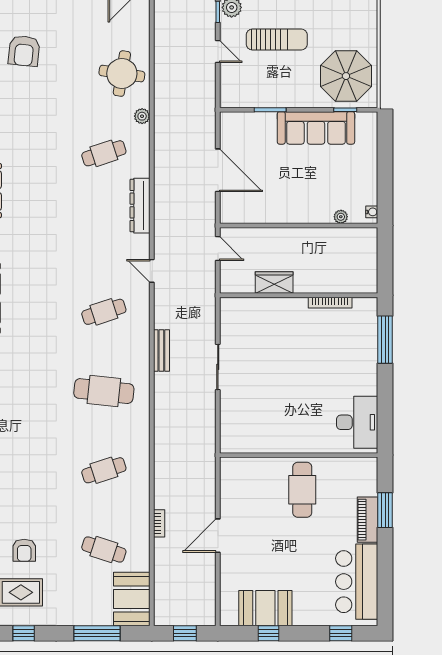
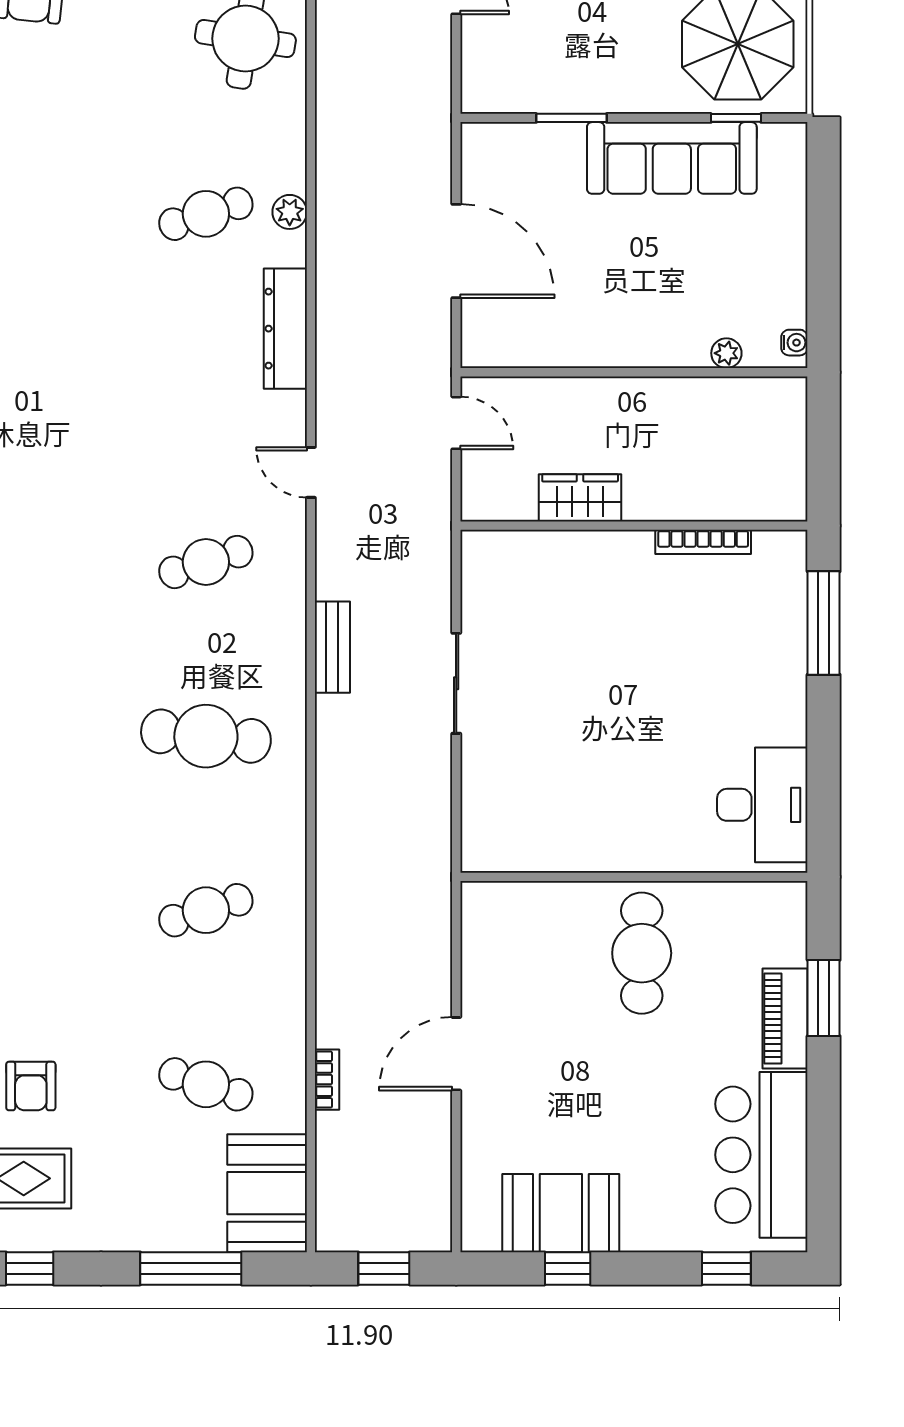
plant: (142, 116) -> (290, 212), moved
bookcase: (159, 523) -> (327, 1080), moved

